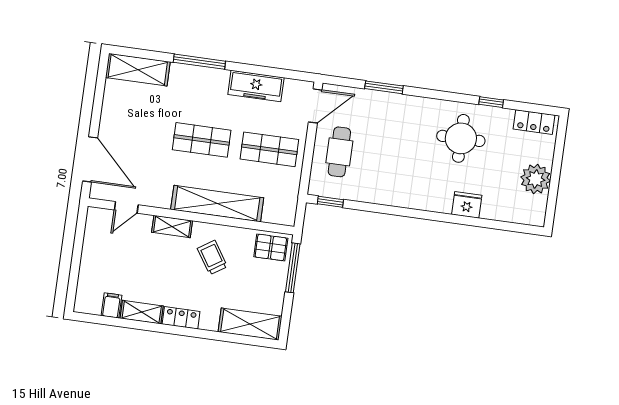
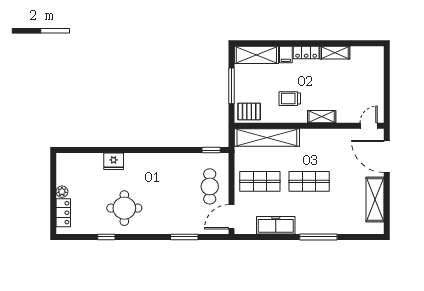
shelving: (138, 70) -> (375, 200), moved, turned 90
locker: (534, 122) -> (63, 213), moved, turned 90
plant: (536, 179) -> (62, 192), width x0.53, depth x0.53
shelving: (217, 204) -> (267, 138), moved
door: (126, 207) -> (369, 126), moved
trolley: (212, 257) -> (290, 99), turned 123
window: (293, 268) -> (231, 86), moved
filing cabinet: (111, 305) -> (286, 54), moved

